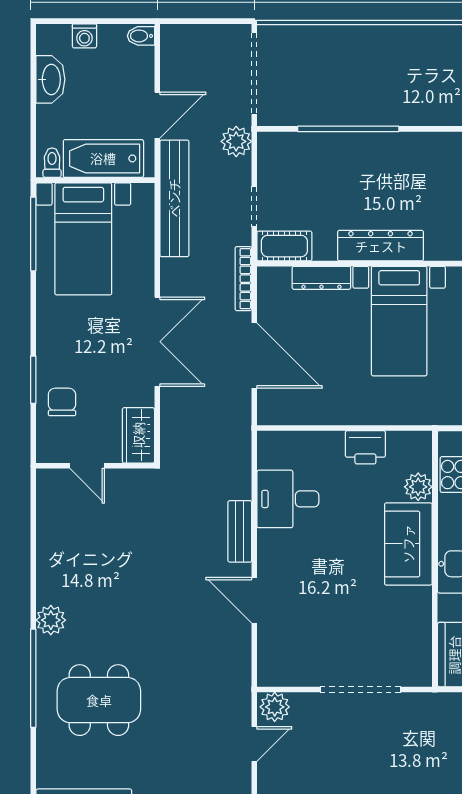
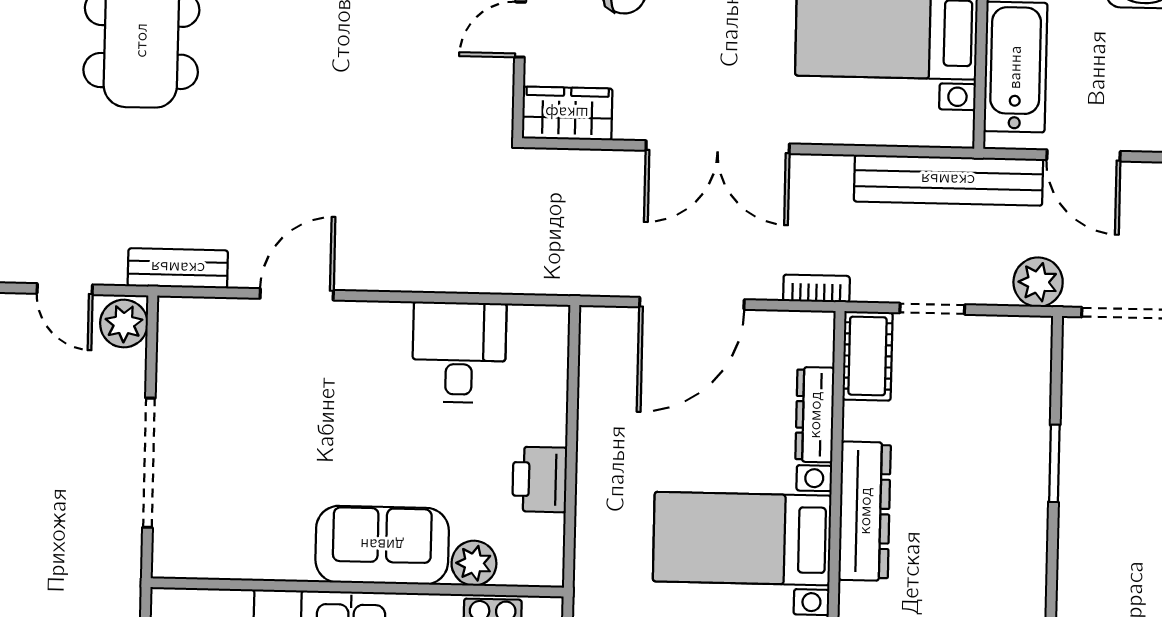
window: (348, 129) -> (1054, 463), width x0.47
bookcase: (243, 279) -> (816, 289), width x0.64
bench: (240, 531) -> (178, 268), moved

